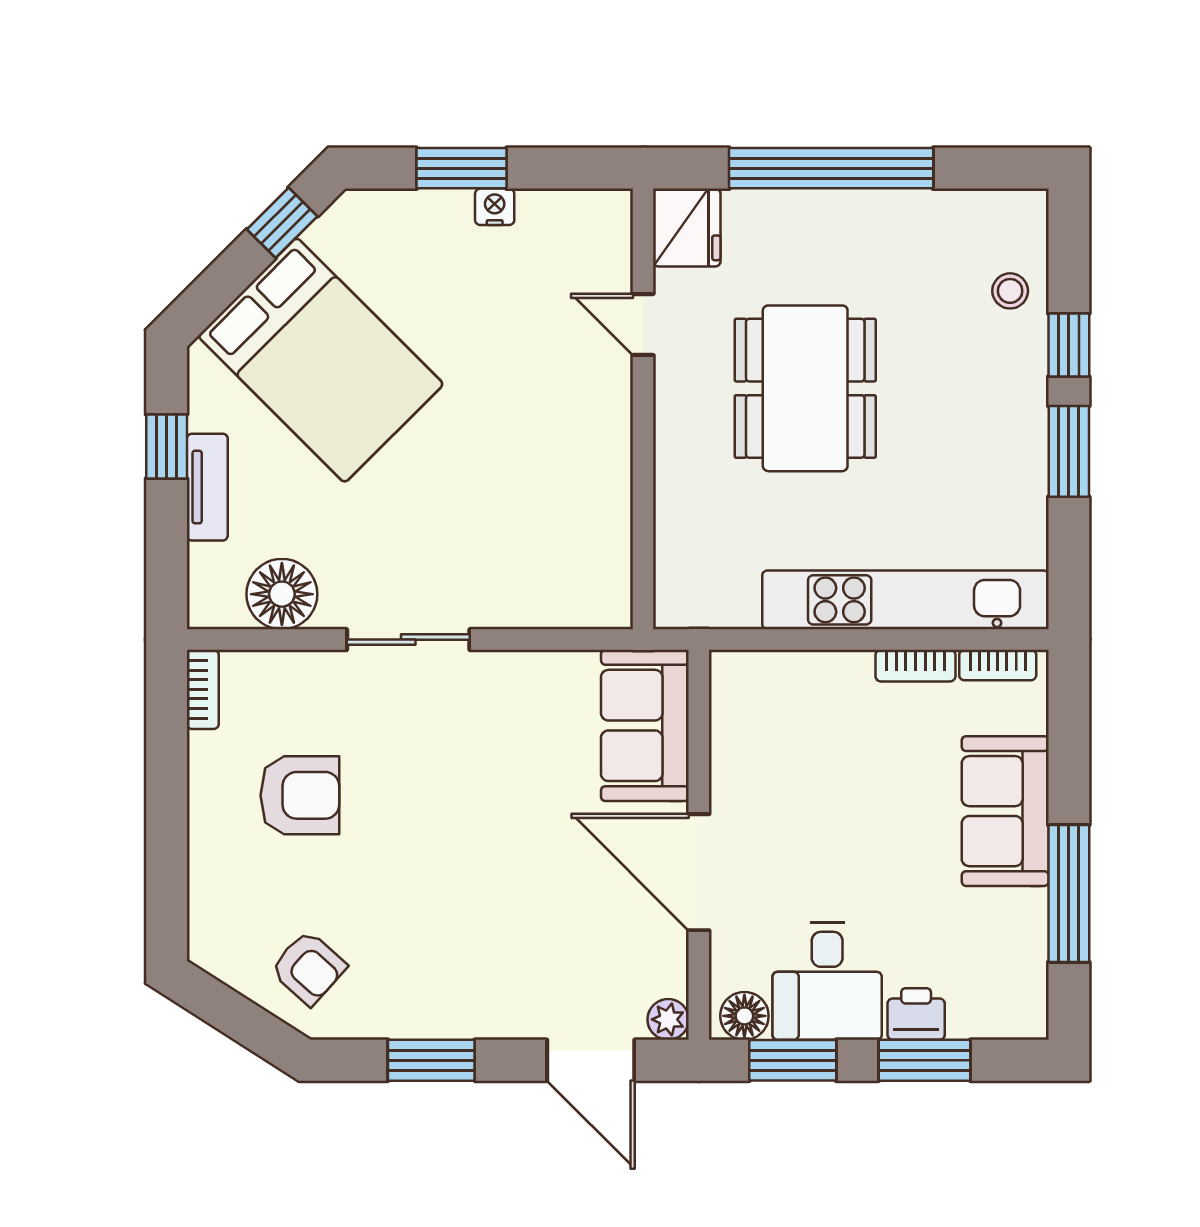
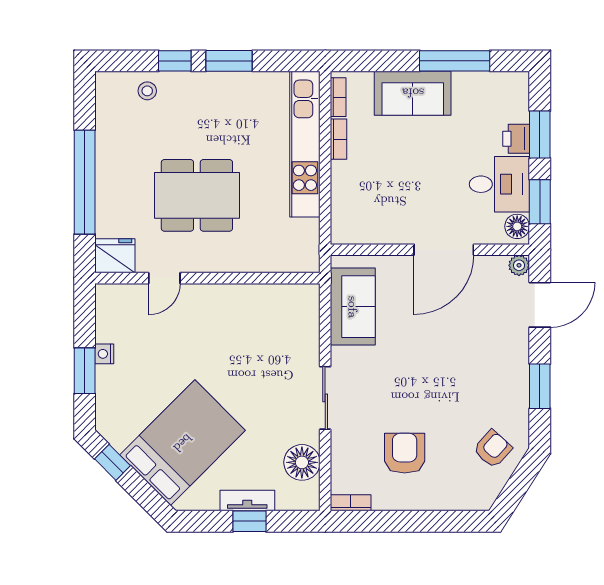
window: (167, 446) -> (249, 521), moved
sofa: (645, 725) -> (353, 307), moved, turned -90

